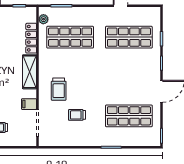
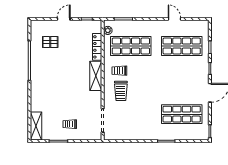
filing cabinet: (29, 104) -> (95, 104), removed
trolley: (77, 115) -> (119, 71), moved

